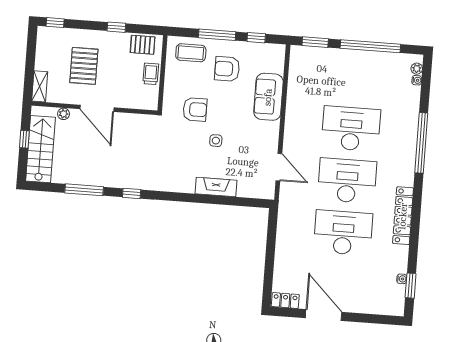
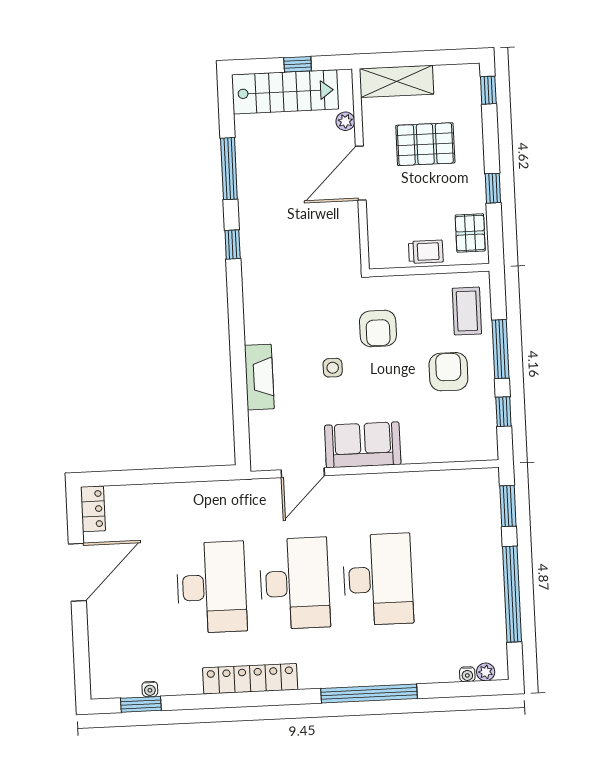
shelving: (40, 86) -> (396, 81), width x1.50, depth x1.33
sofa: (268, 97) -> (363, 445), moved

